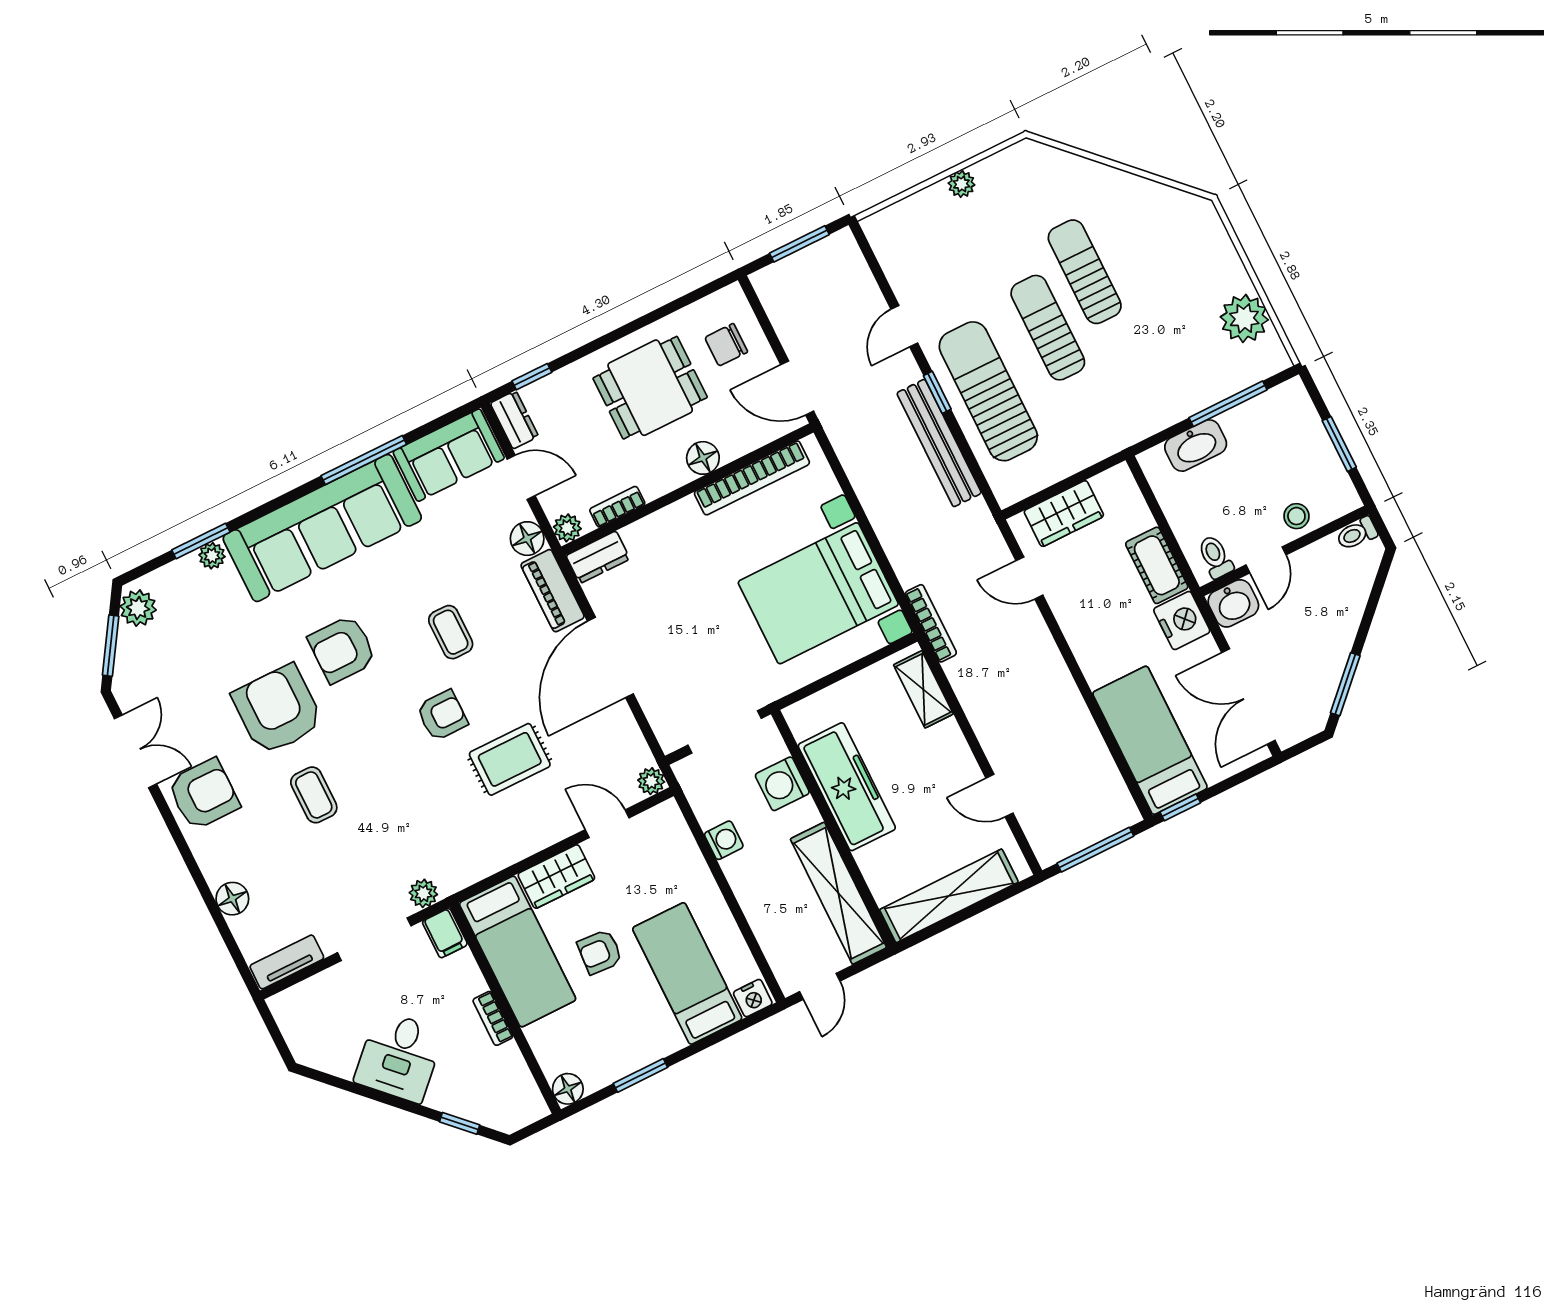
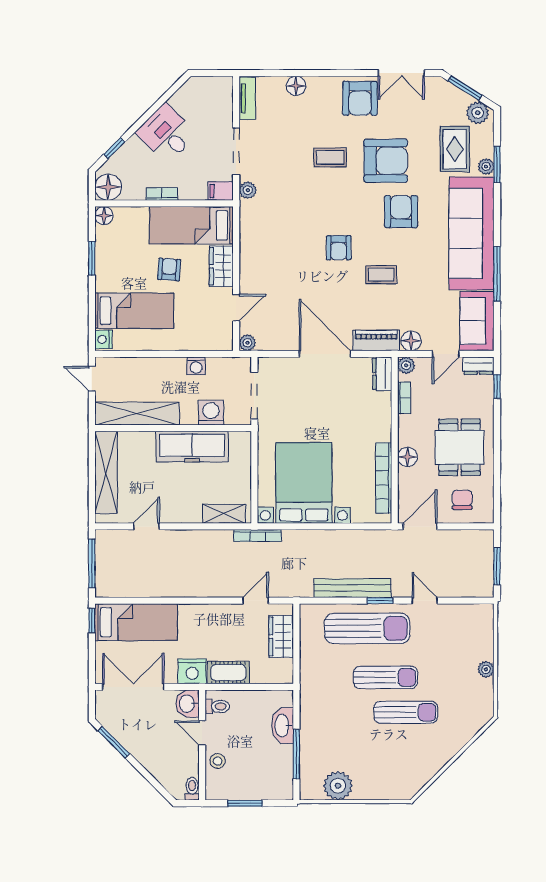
rug: (510, 759) -> (455, 149), moved
floor lamp: (522, 1104) -> (108, 187), added

